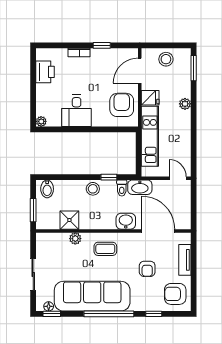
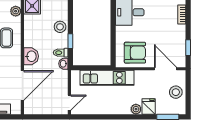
window: (102, 45) -> (188, 48), moved
fridge: (150, 98) -> (149, 107), moved, turned 180
washbasin: (140, 187) -> (63, 64), width x0.52, depth x0.69

